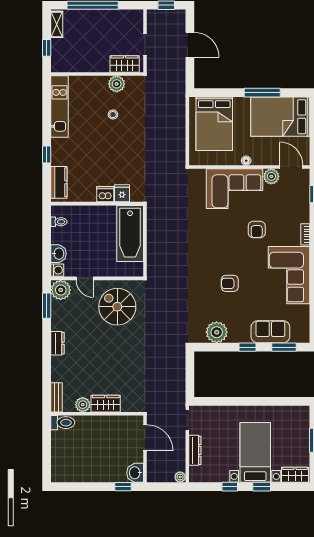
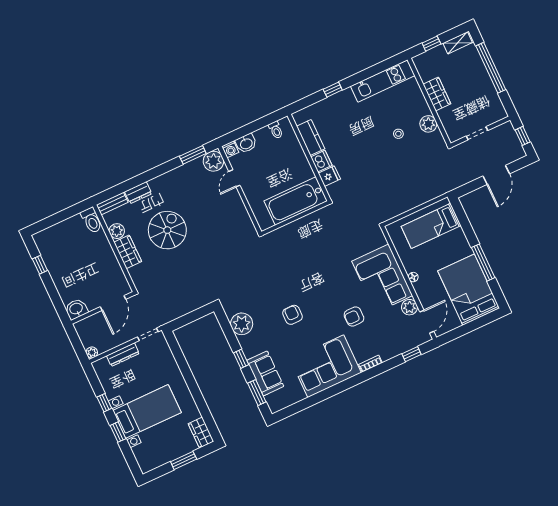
wardrobe: (125, 64) -> (437, 94), moved
bed: (214, 124) -> (431, 226), width x0.67
kitchen counter: (59, 182) -> (311, 137), moved, turned -90
spiral stairs: (117, 307) -> (167, 230), moved
dresser: (57, 343) -> (138, 193), moved
wardrobe: (295, 475) -> (201, 433), moved, turned 180
window: (123, 487) -> (40, 265), moved

